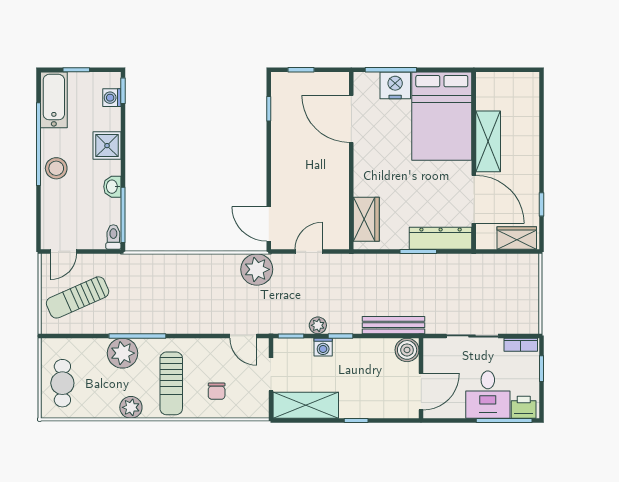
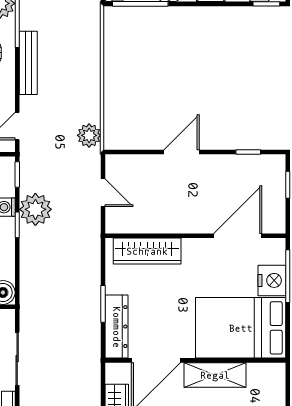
wardrobe: (366, 219) -> (147, 251), width x1.50
door: (269, 224) -> (182, 152), moved
plant: (257, 269) -> (89, 135), width x0.73, depth x0.73
plant: (318, 325) -> (35, 209), width x1.88, depth x1.88
bench: (394, 325) -> (28, 63), moved

